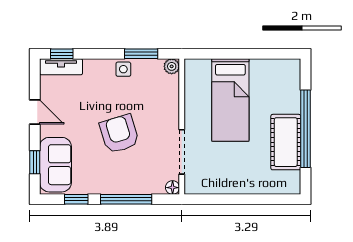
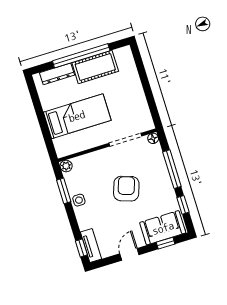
dresser: (292, 91) -> (57, 74), added
armchair: (119, 134) -> (126, 189), turned 126

